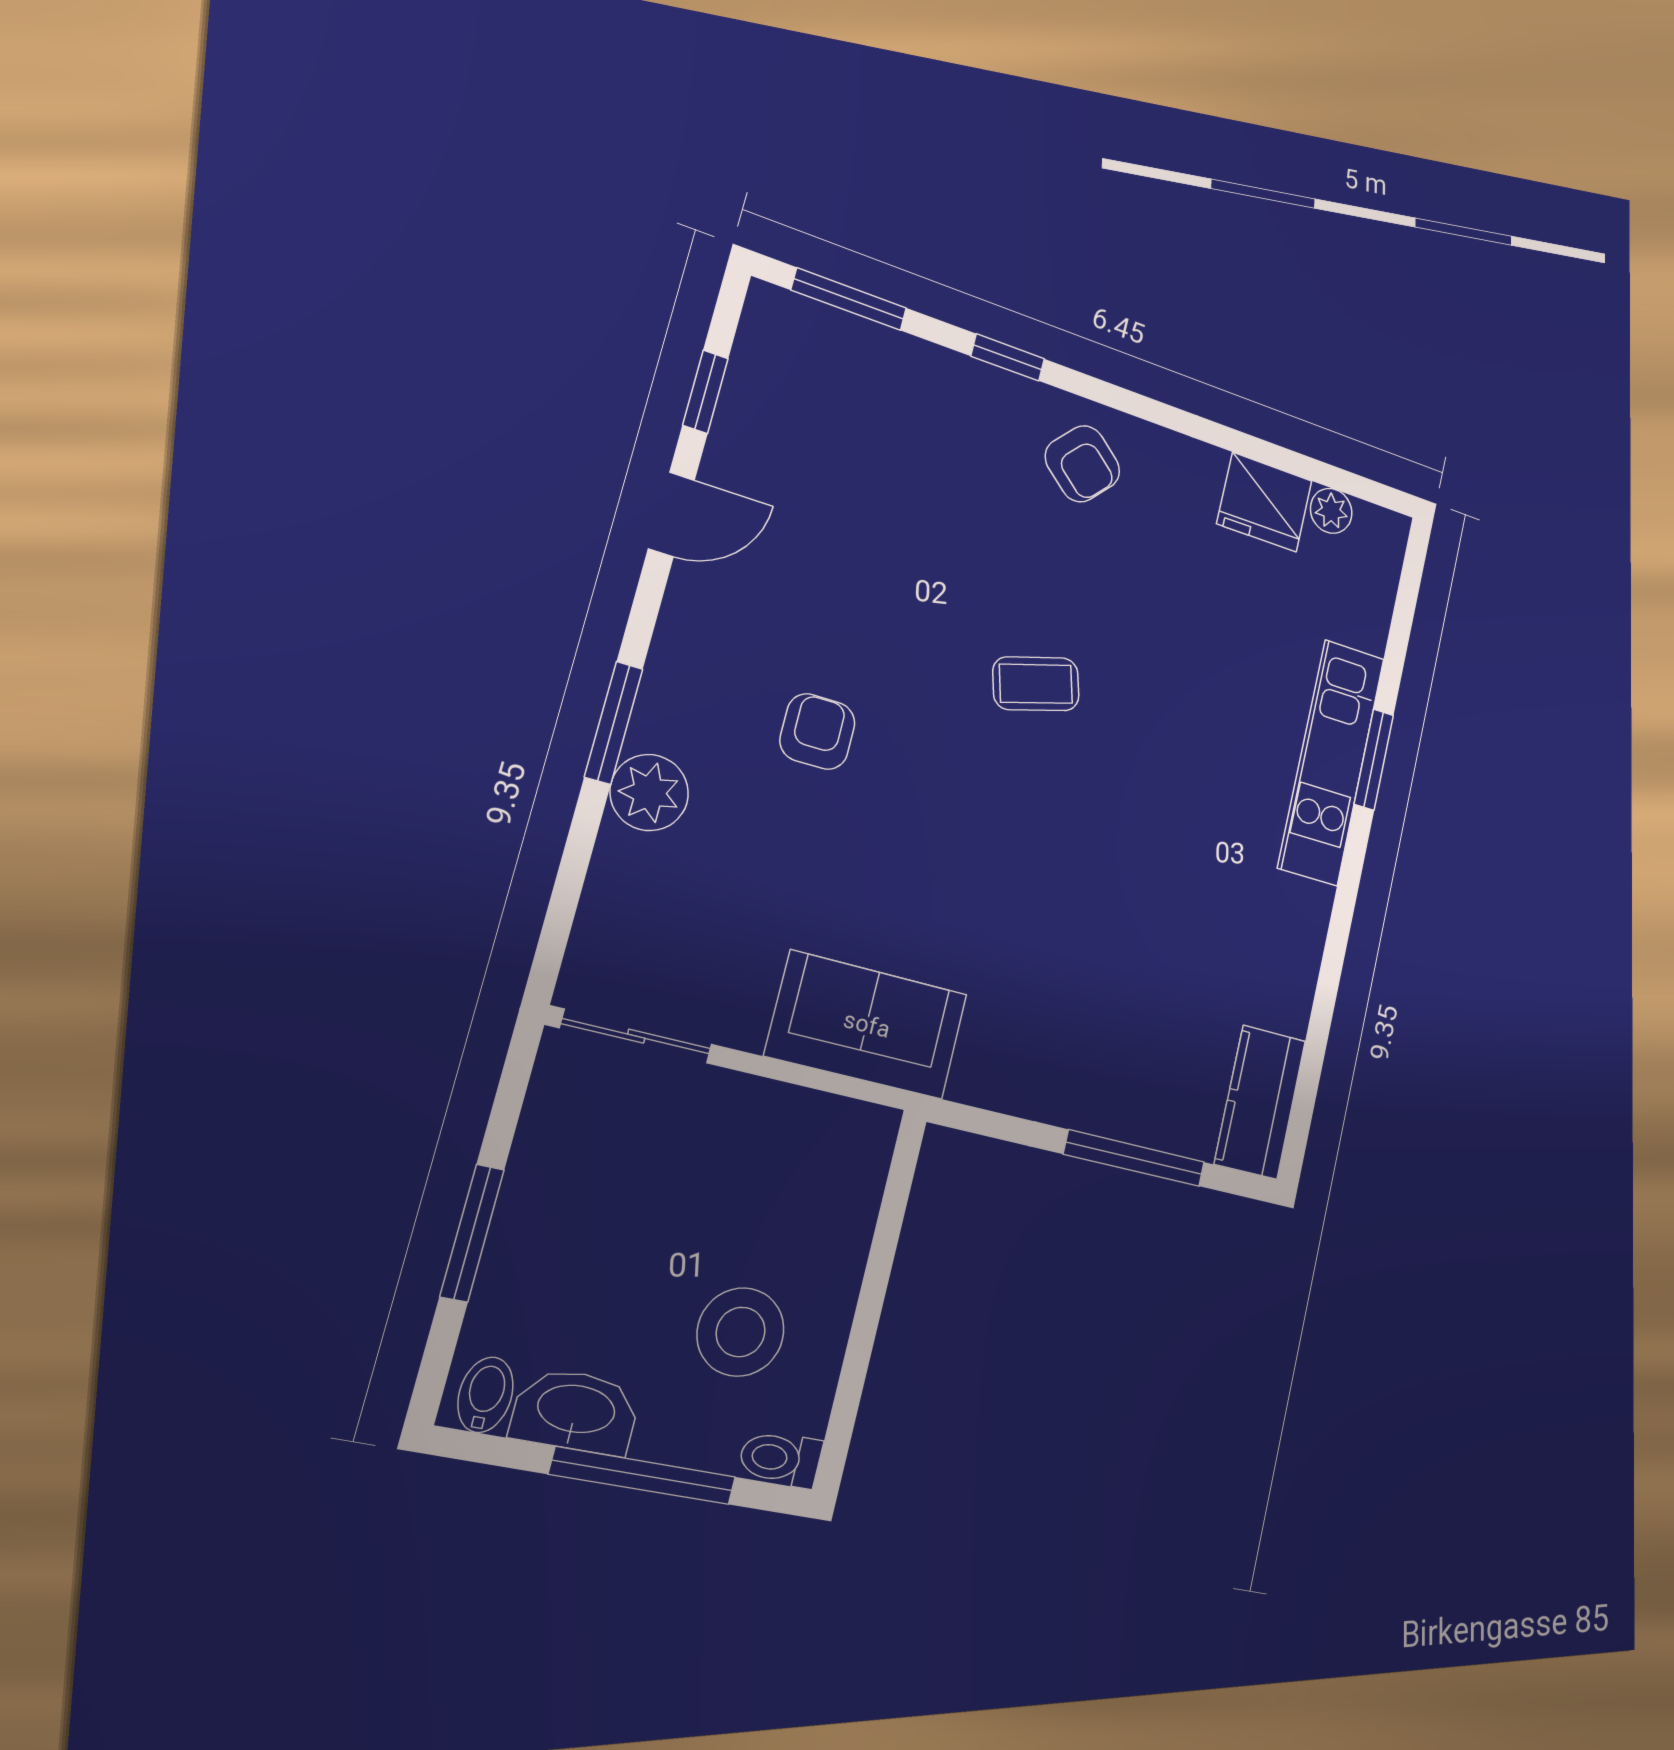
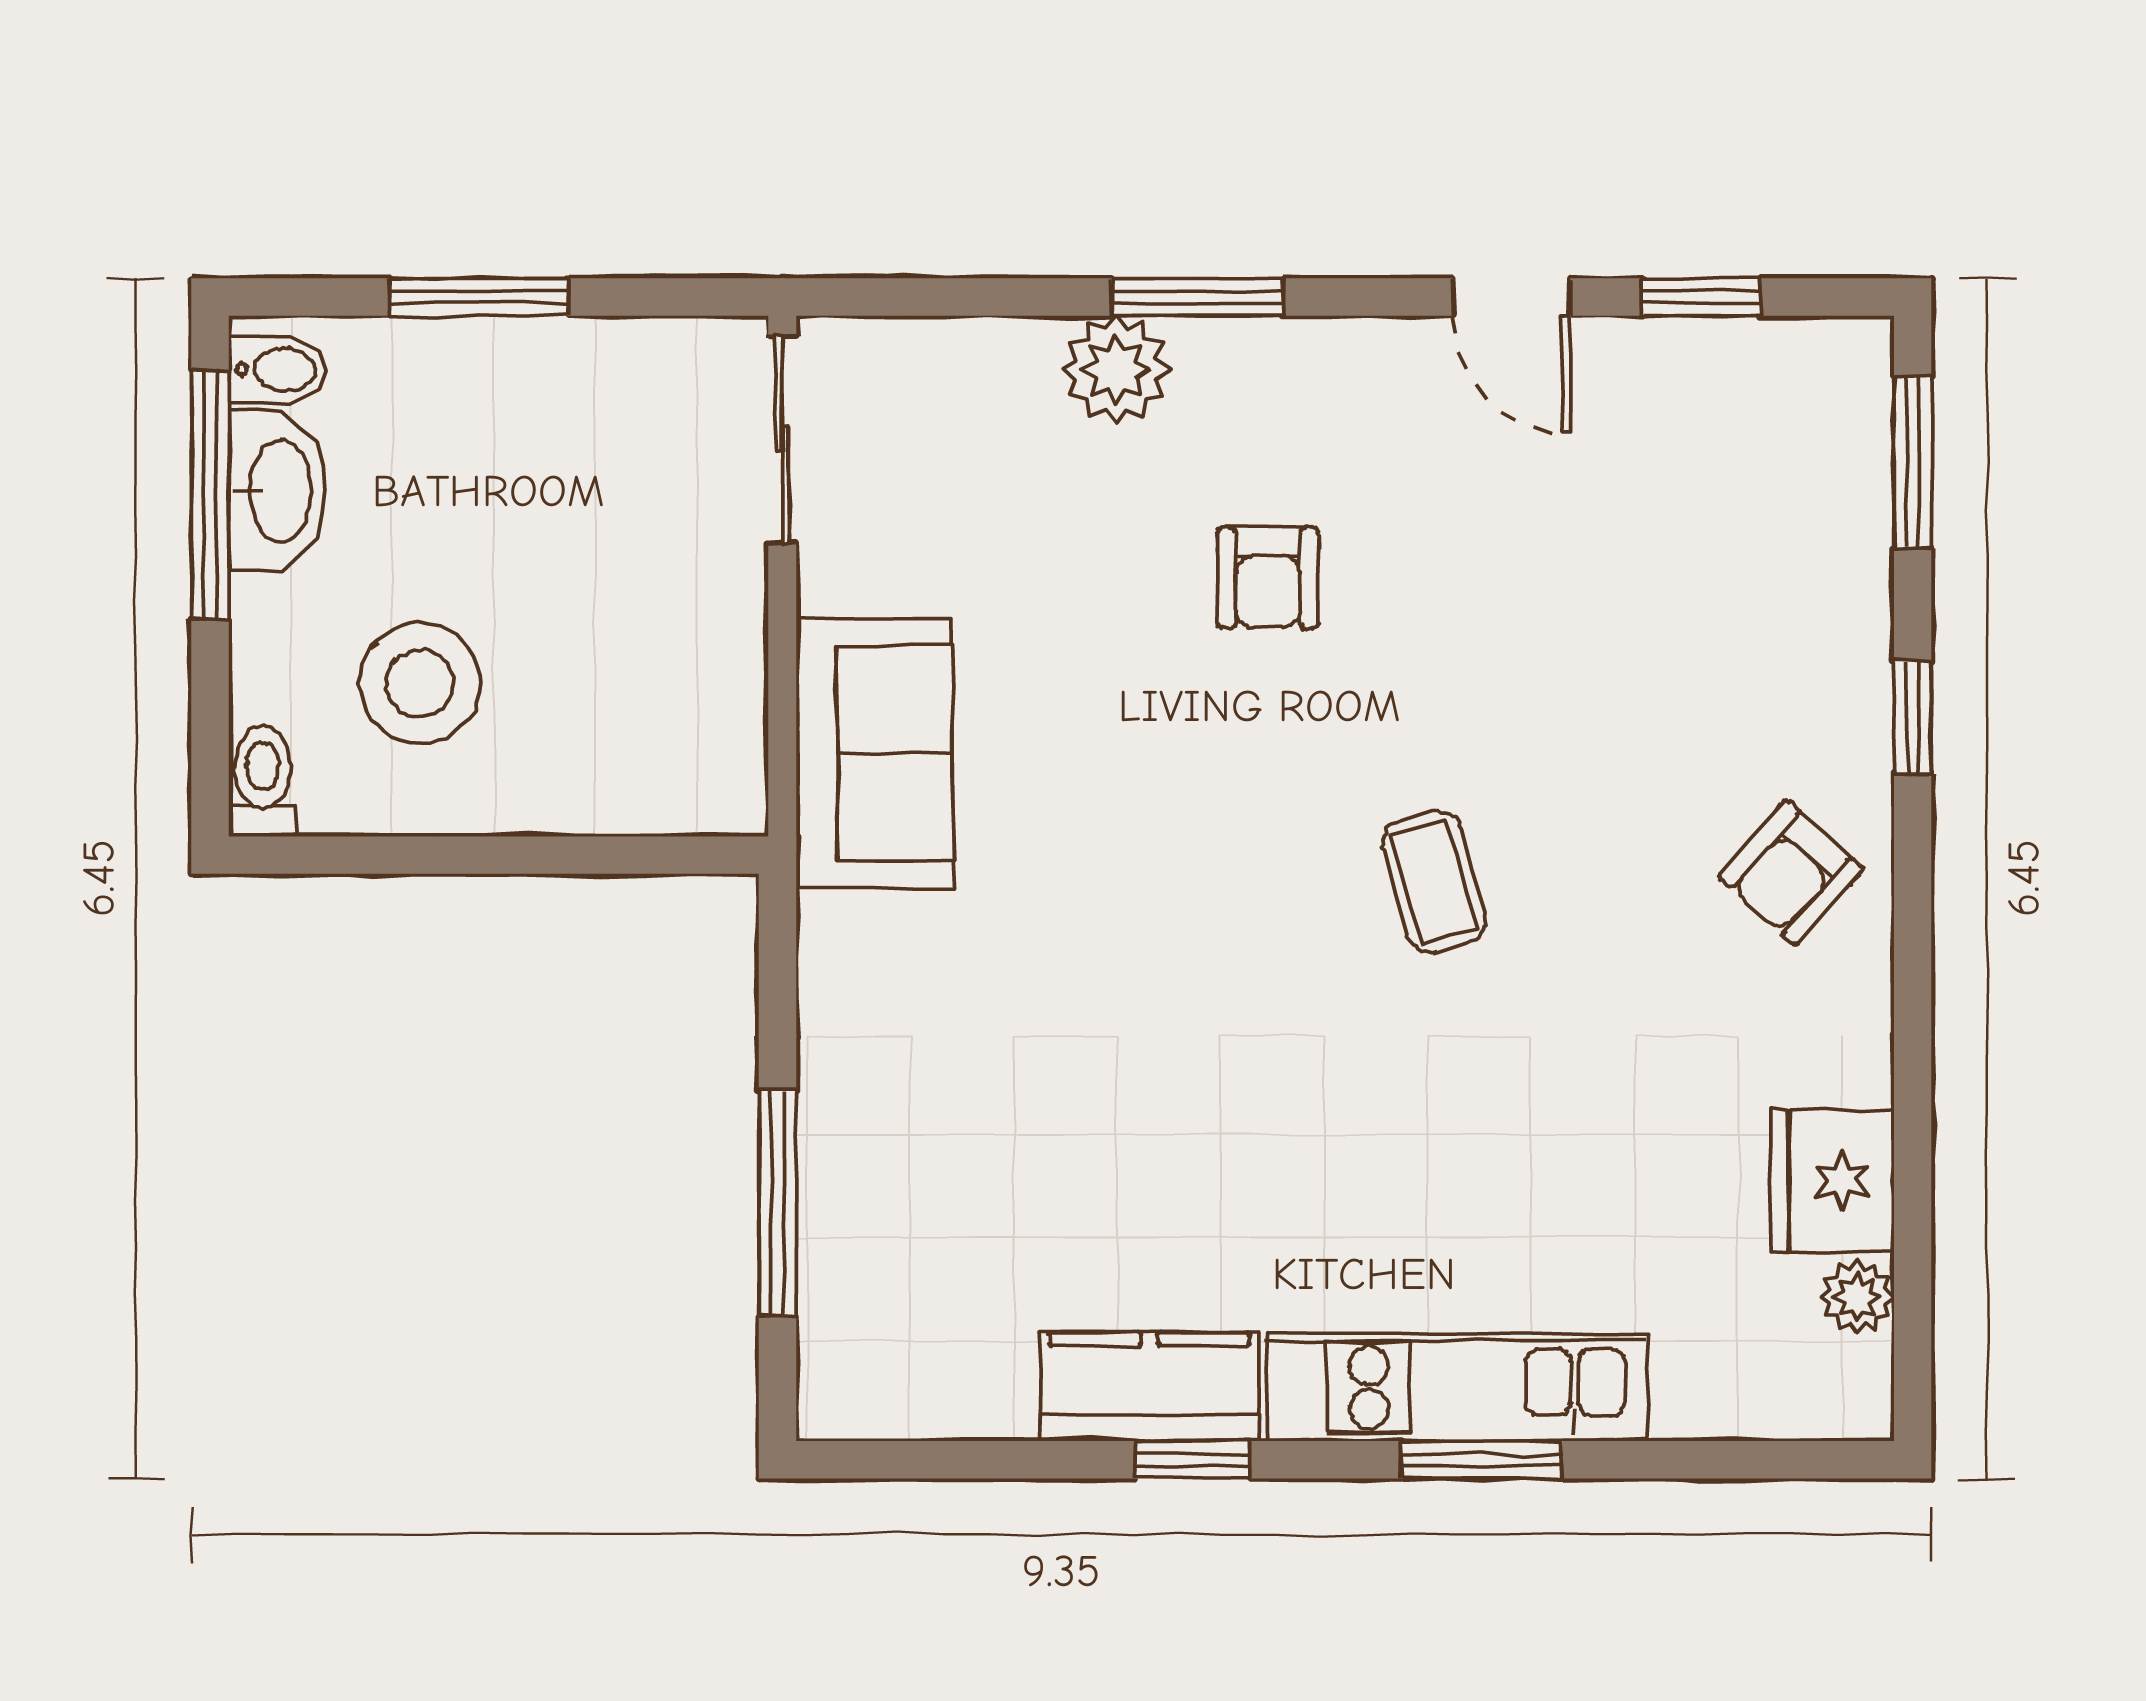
armchair: (817, 732) -> (1268, 578), turned 90
window: (1338, 934) -> (1192, 1460), added
kitchen counter: (1260, 1102) -> (1150, 1387), moved
window: (643, 1476) -> (210, 495), moved

